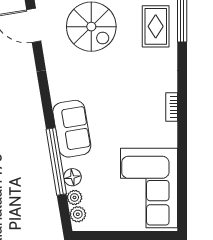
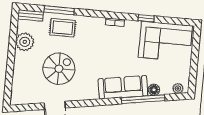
sofa: (72, 129) -> (123, 87), width x1.36
window: (182, 155) -> (146, 18), added
plant: (74, 197) -> (167, 90), removed

